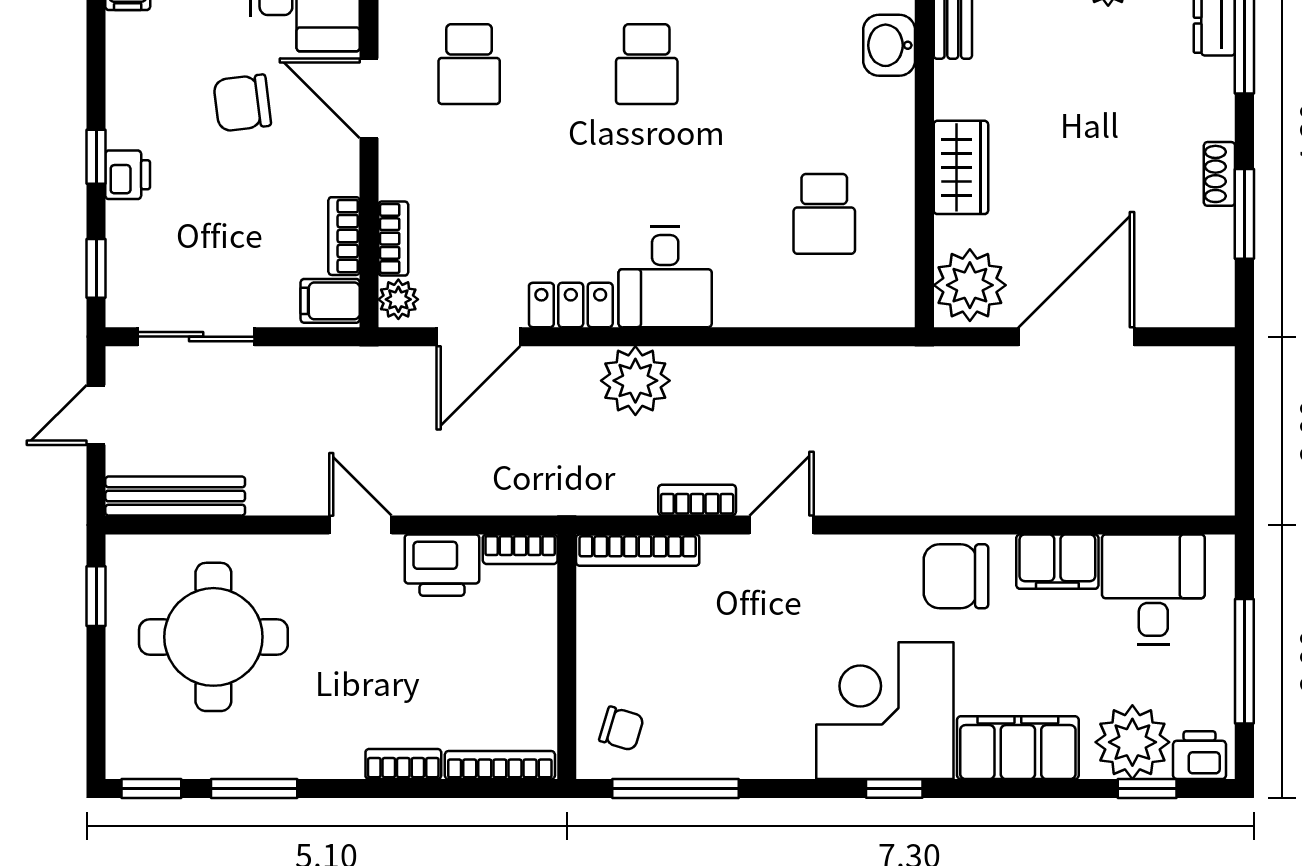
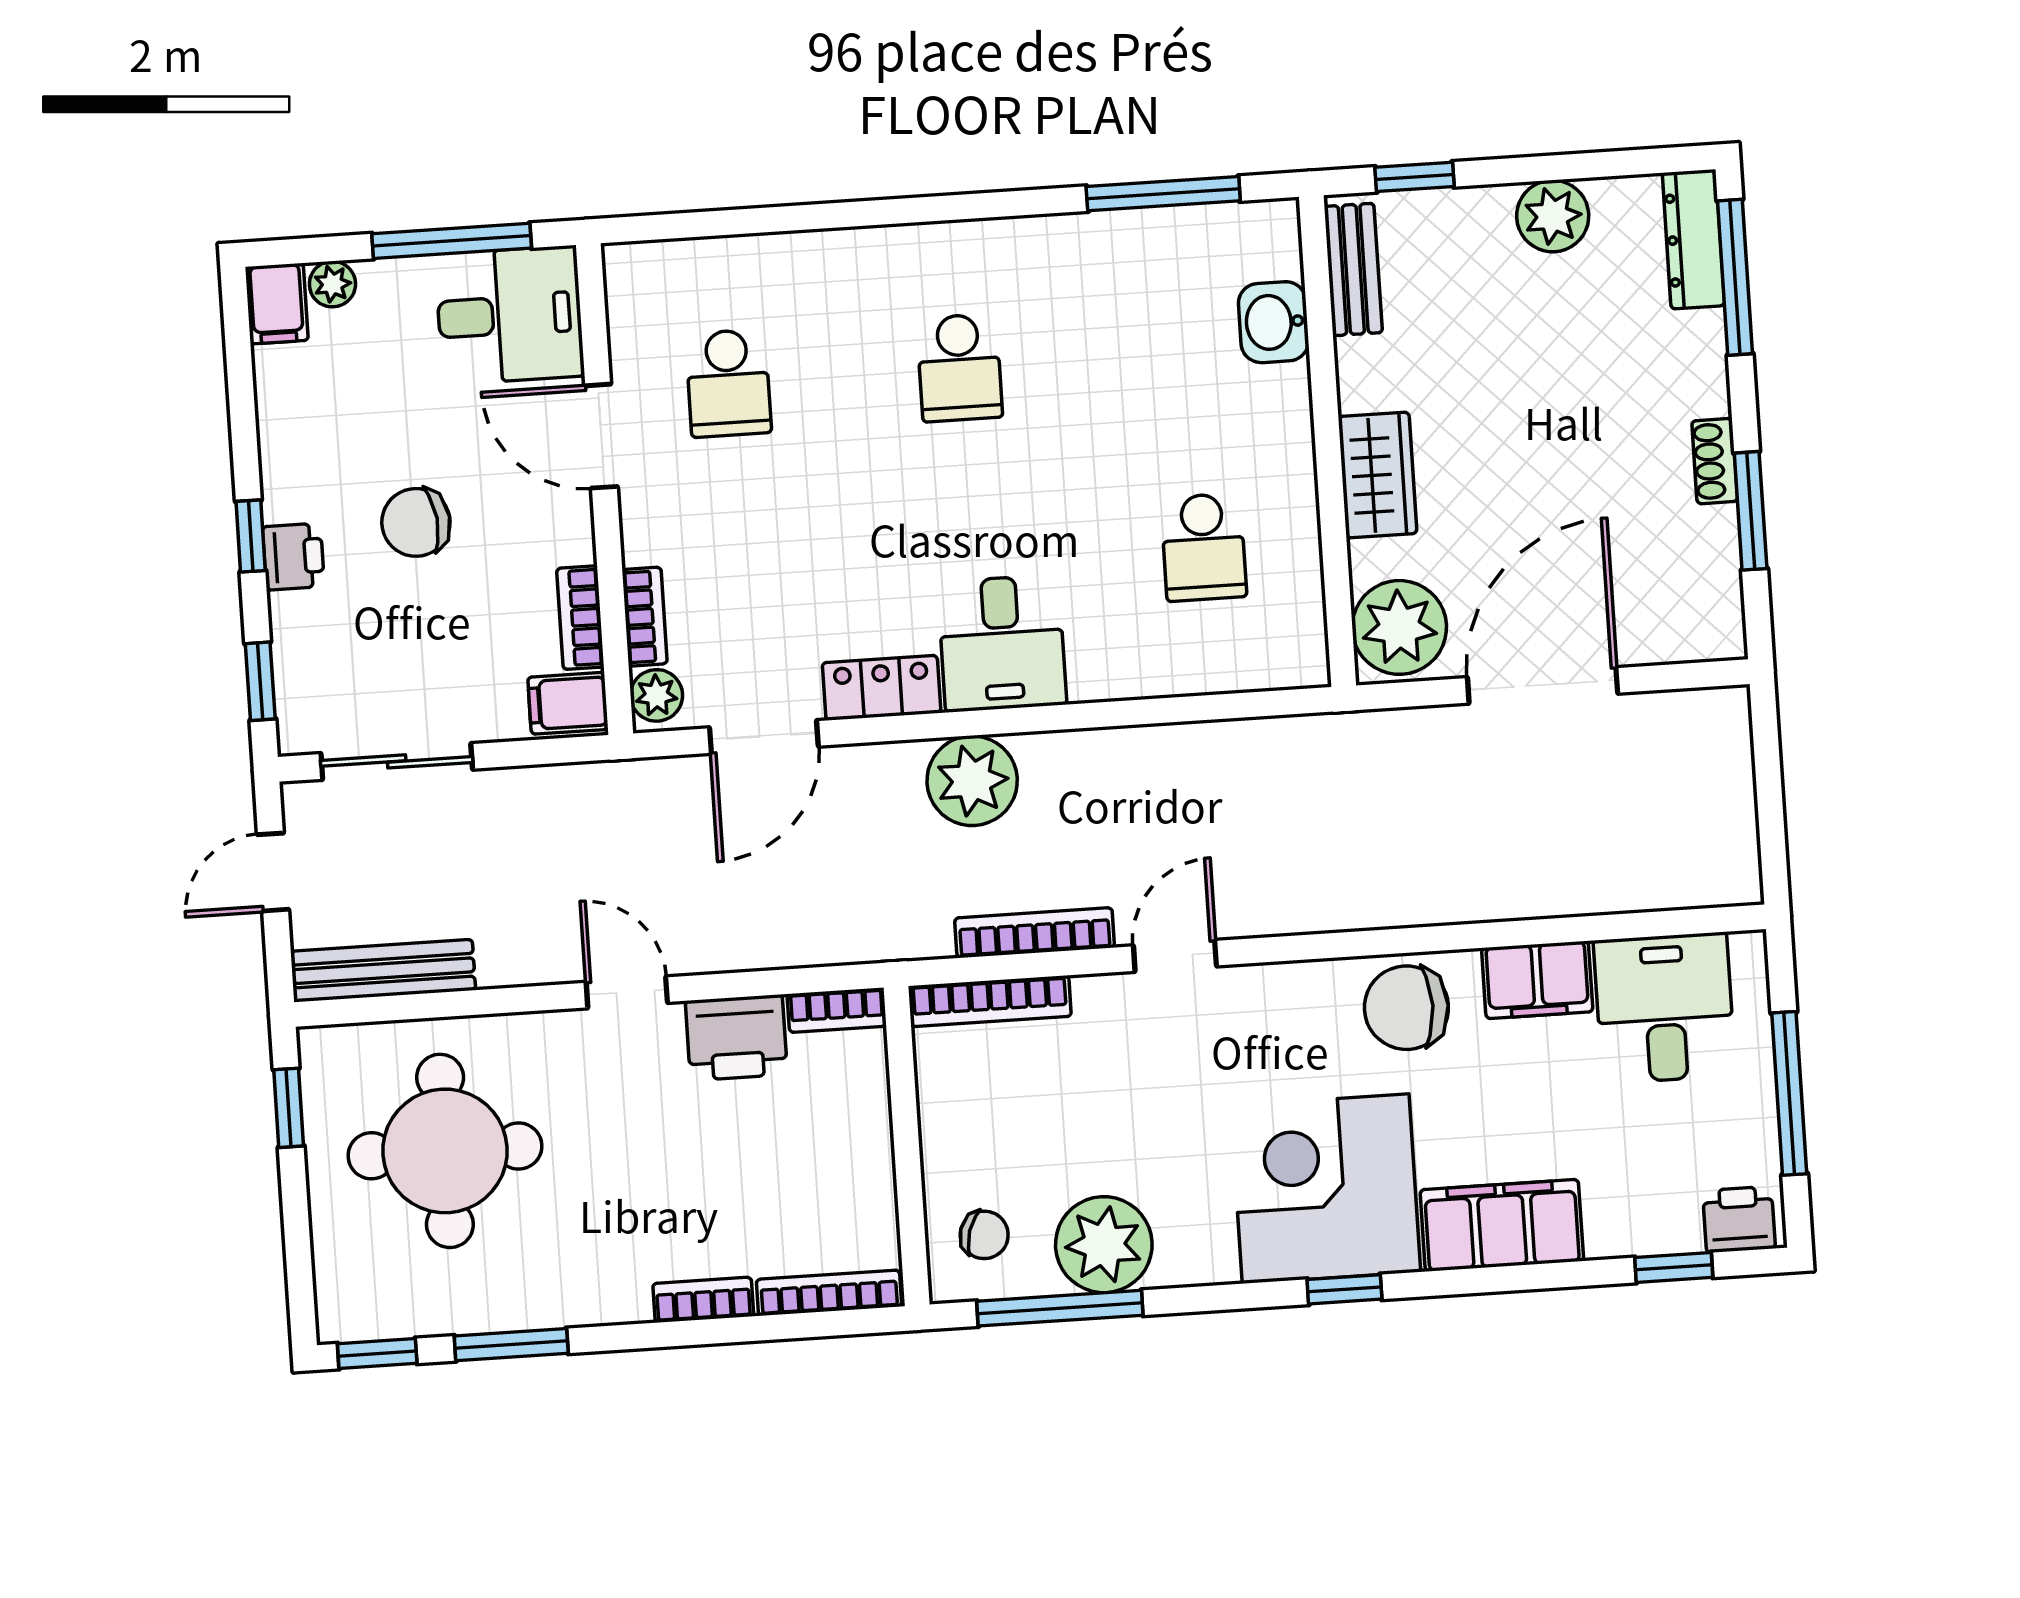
chair: (242, 103) -> (416, 522), moved
bookcase: (697, 500) -> (1035, 933), width x1.56
plant: (1132, 742) -> (1104, 1245), moved

